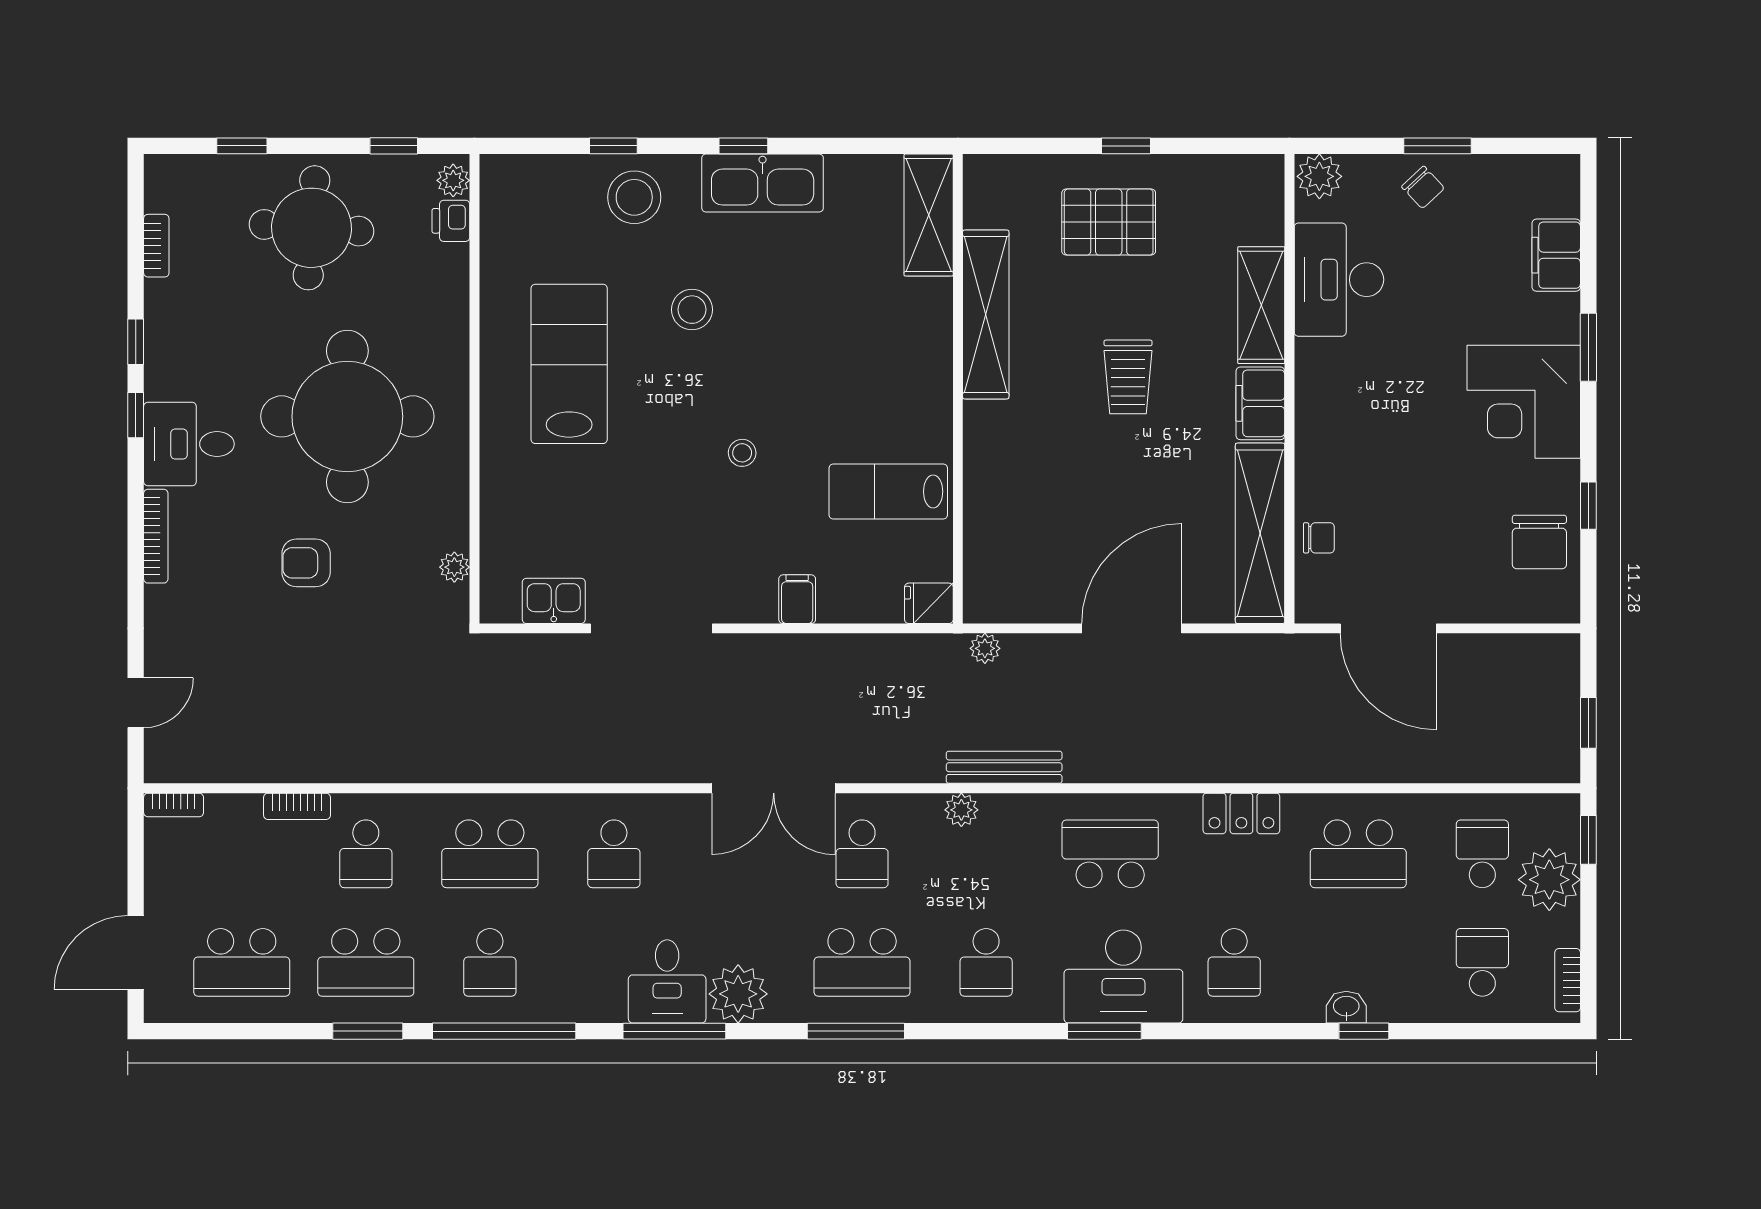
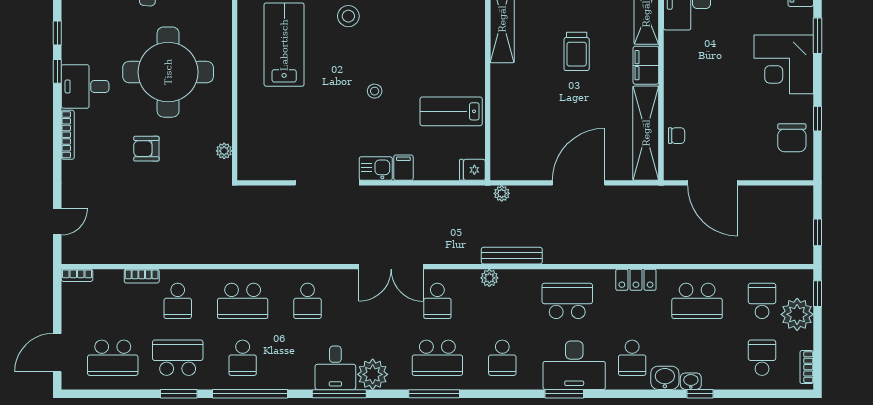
kitchen sink: (554, 601) -> (376, 169), moved
school desk: (366, 962) -> (178, 358), turned 180
washbasin: (1297, 1001) -> (665, 378), added

